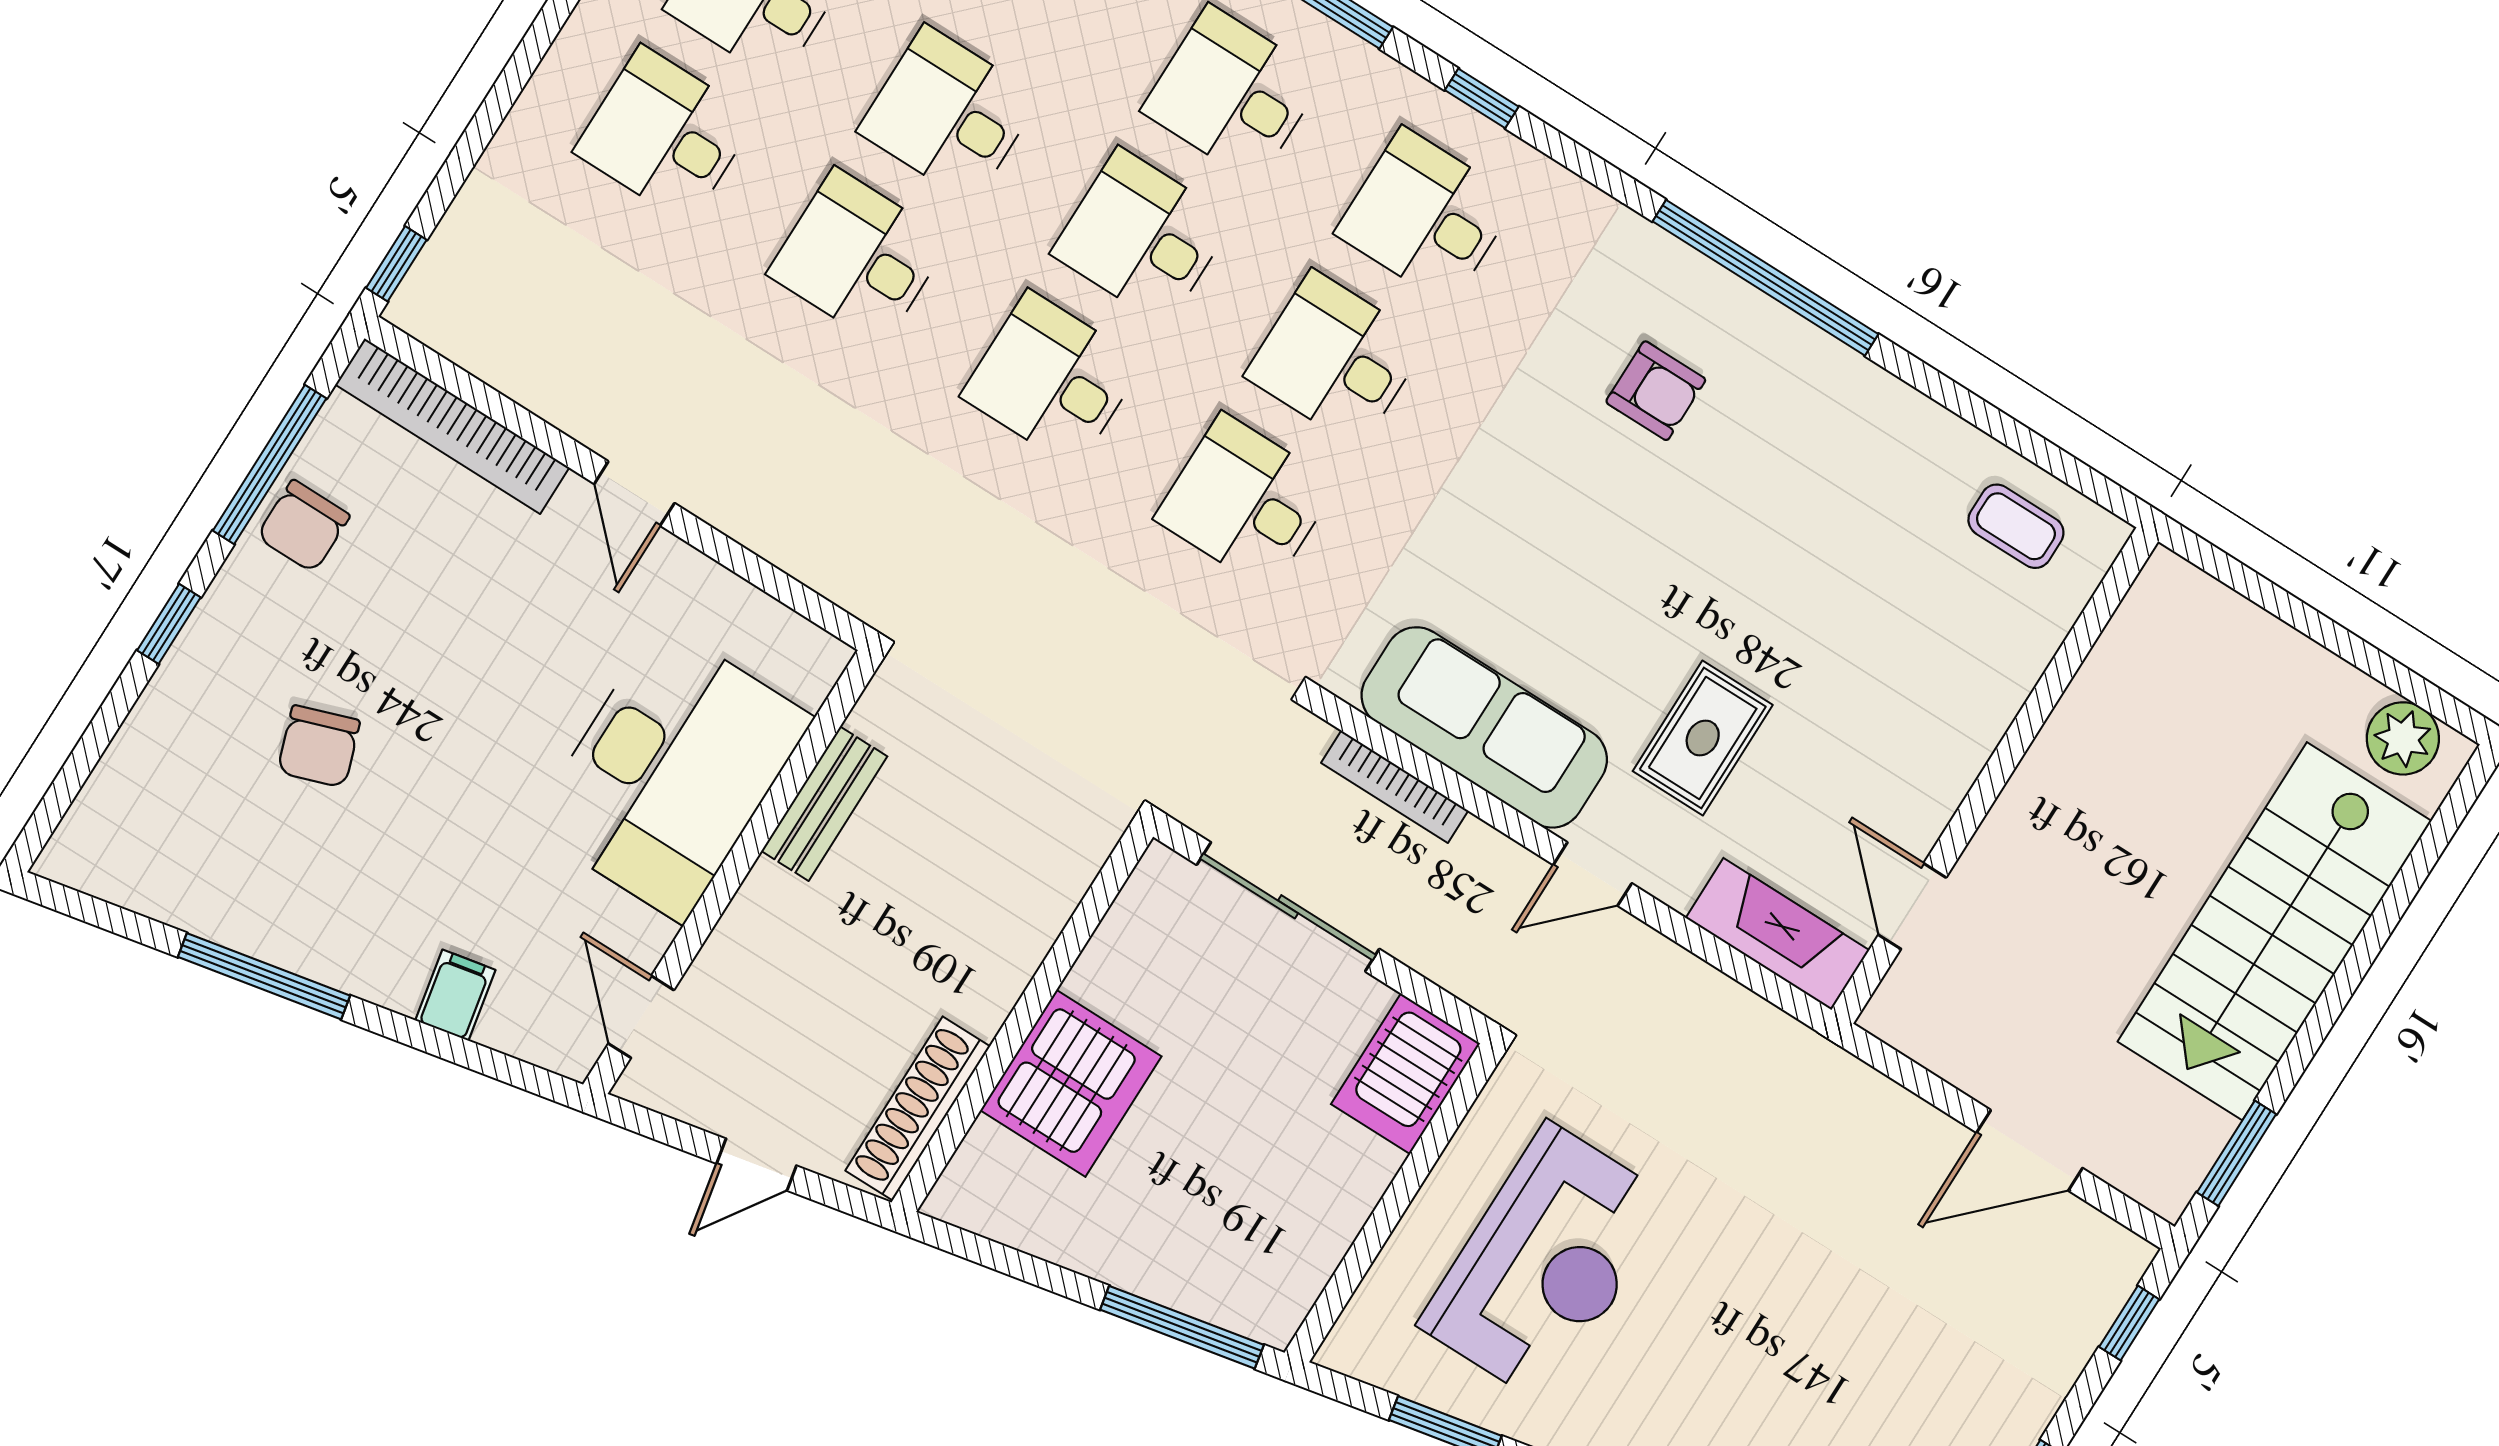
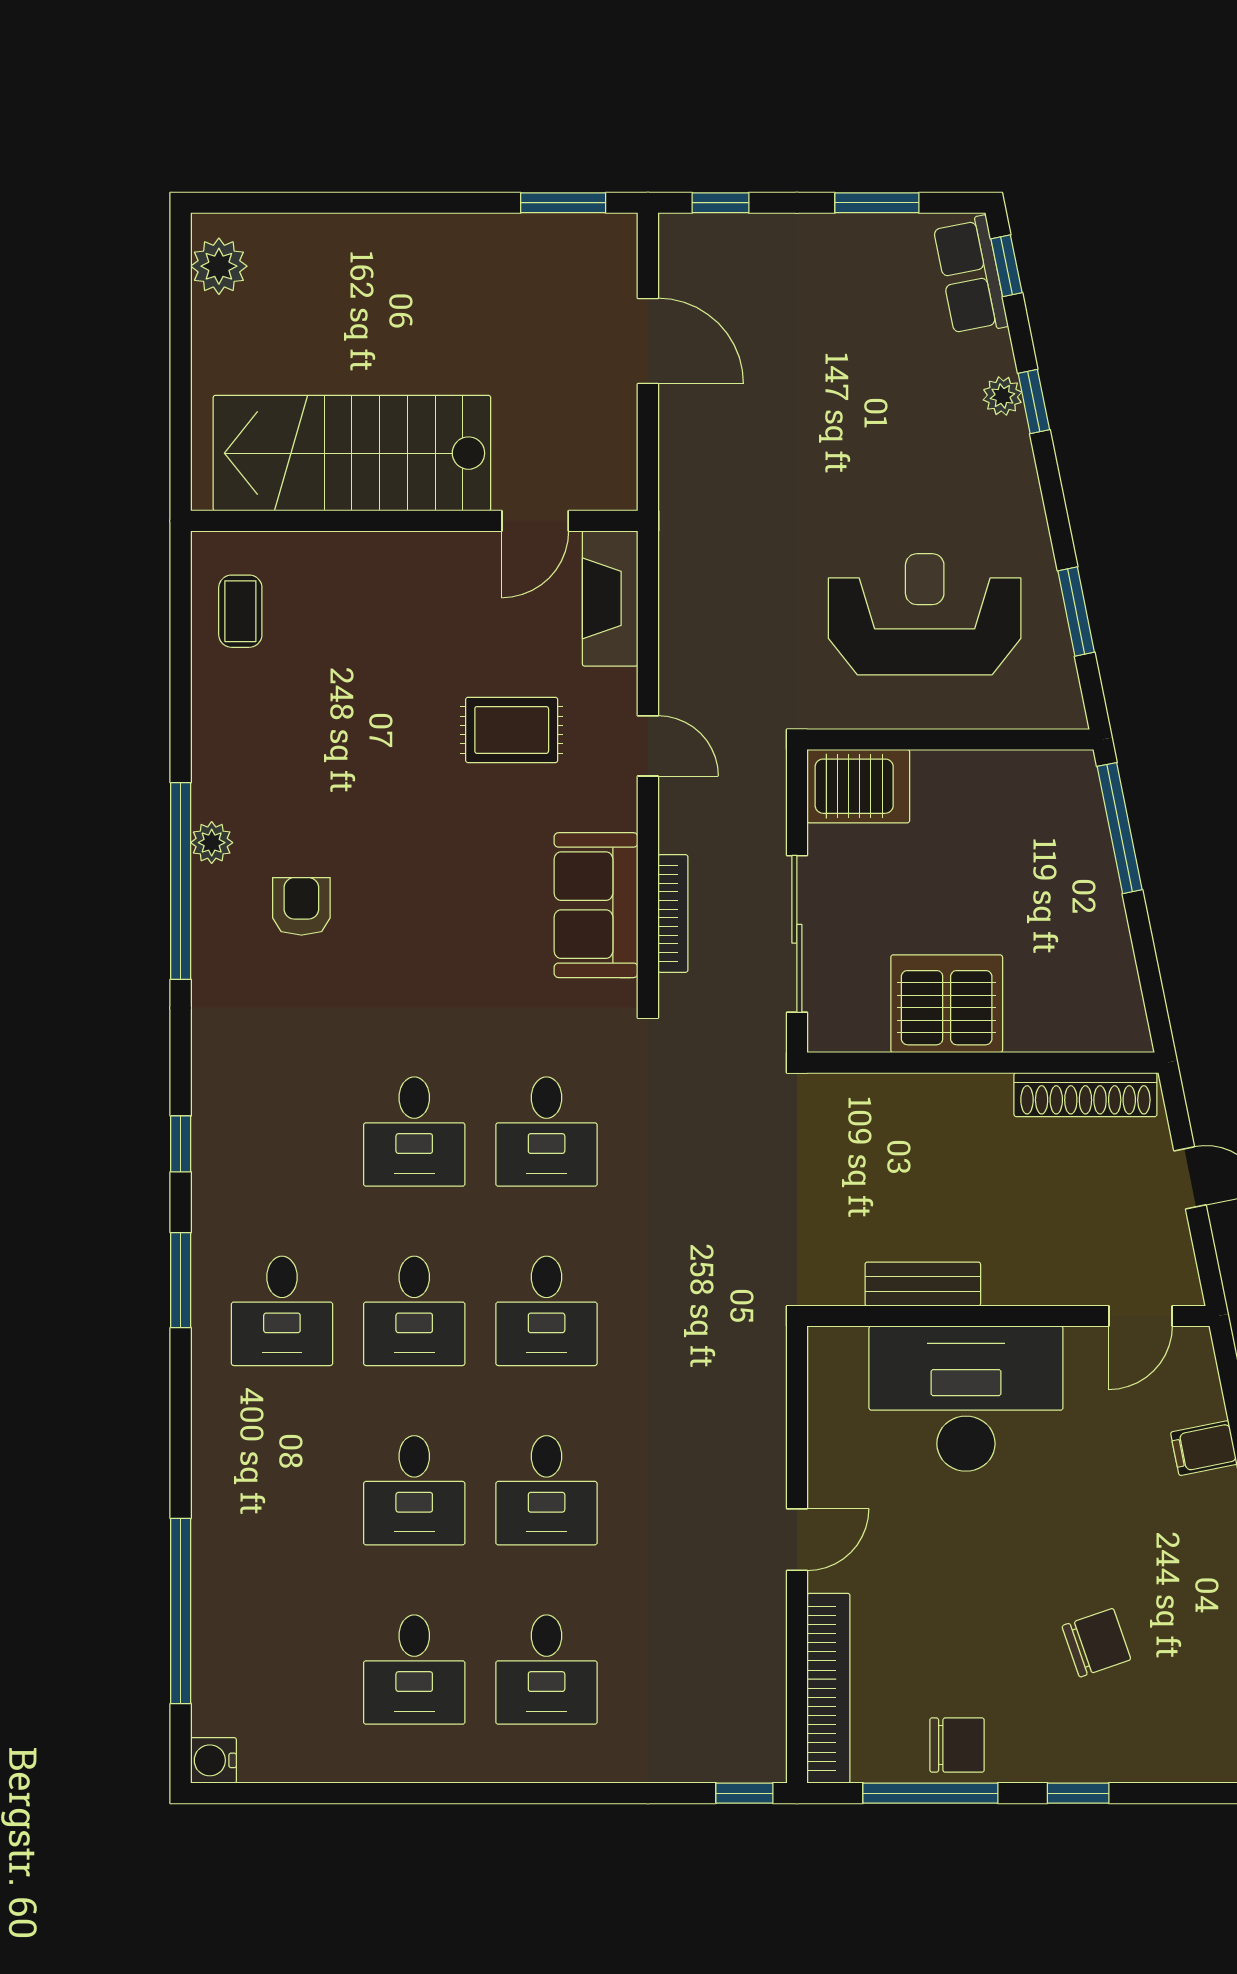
desk: (1426, 216) -> (282, 1132), removed
plant: (1786, 337) -> (212, 843), added
sofa: (1484, 727) -> (596, 905), width x0.73
stairs: (2275, 931) -> (352, 453), moved, turned 180
server rack: (1071, 1083) -> (947, 1004), moved

